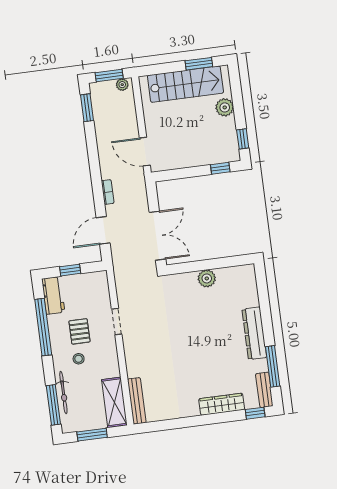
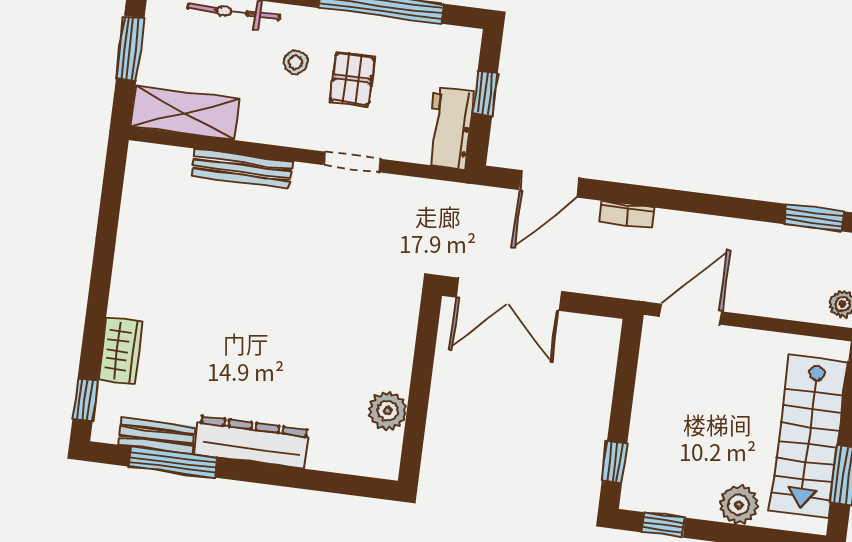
door: (103, 230) -> (550, 184), swing flipped
plant: (207, 278) -> (388, 411), moved
workbench: (53, 295) -> (450, 128), moved, turned 90
pallet: (79, 331) -> (352, 79), turned 90
bench: (264, 390) -> (157, 435), moved
bench: (137, 401) -> (242, 169), moved
wardrobe: (222, 404) -> (120, 351), width x0.67

